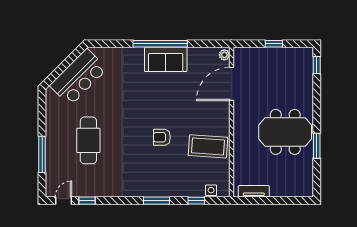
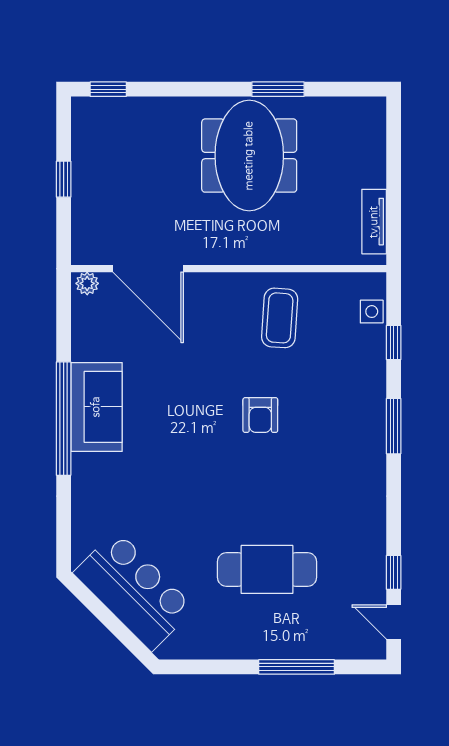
coffee table: (208, 146) -> (280, 318), width x0.73, depth x0.76

